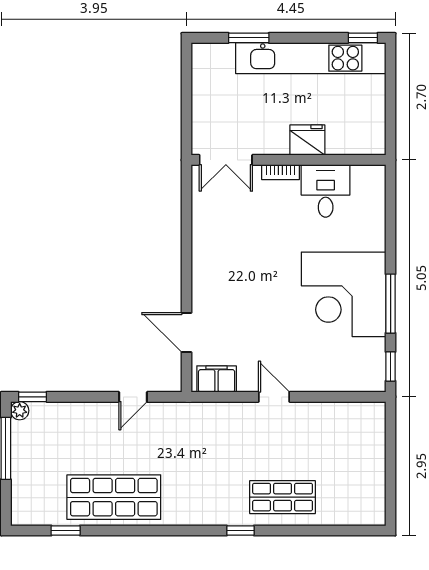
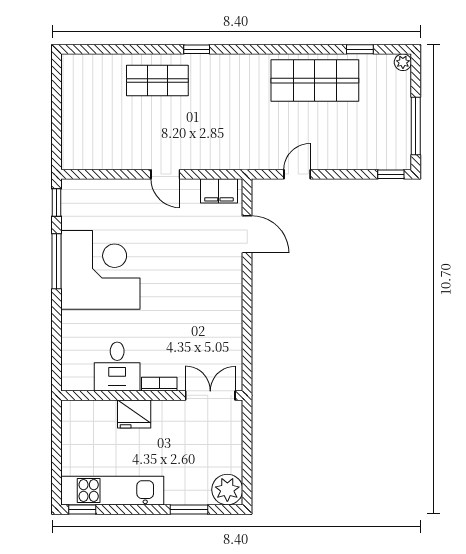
kitchen unit: (311, 58) -> (112, 491), width x0.73
plant: (208, 59) -> (227, 490), added
plant: (20, 411) -> (403, 62), moved

